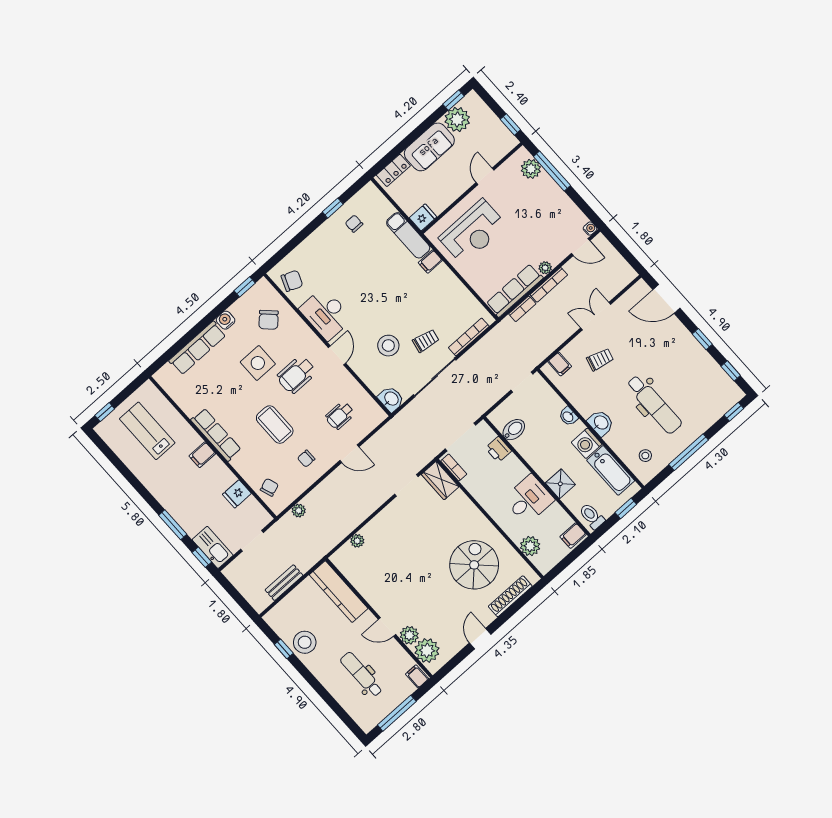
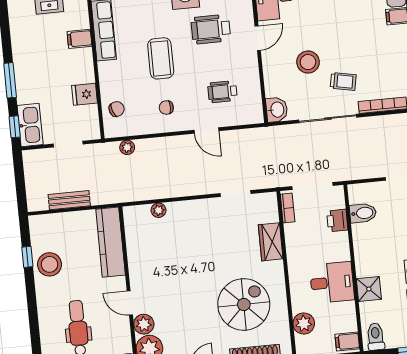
wardrobe: (440, 481) -> (271, 242), moved

